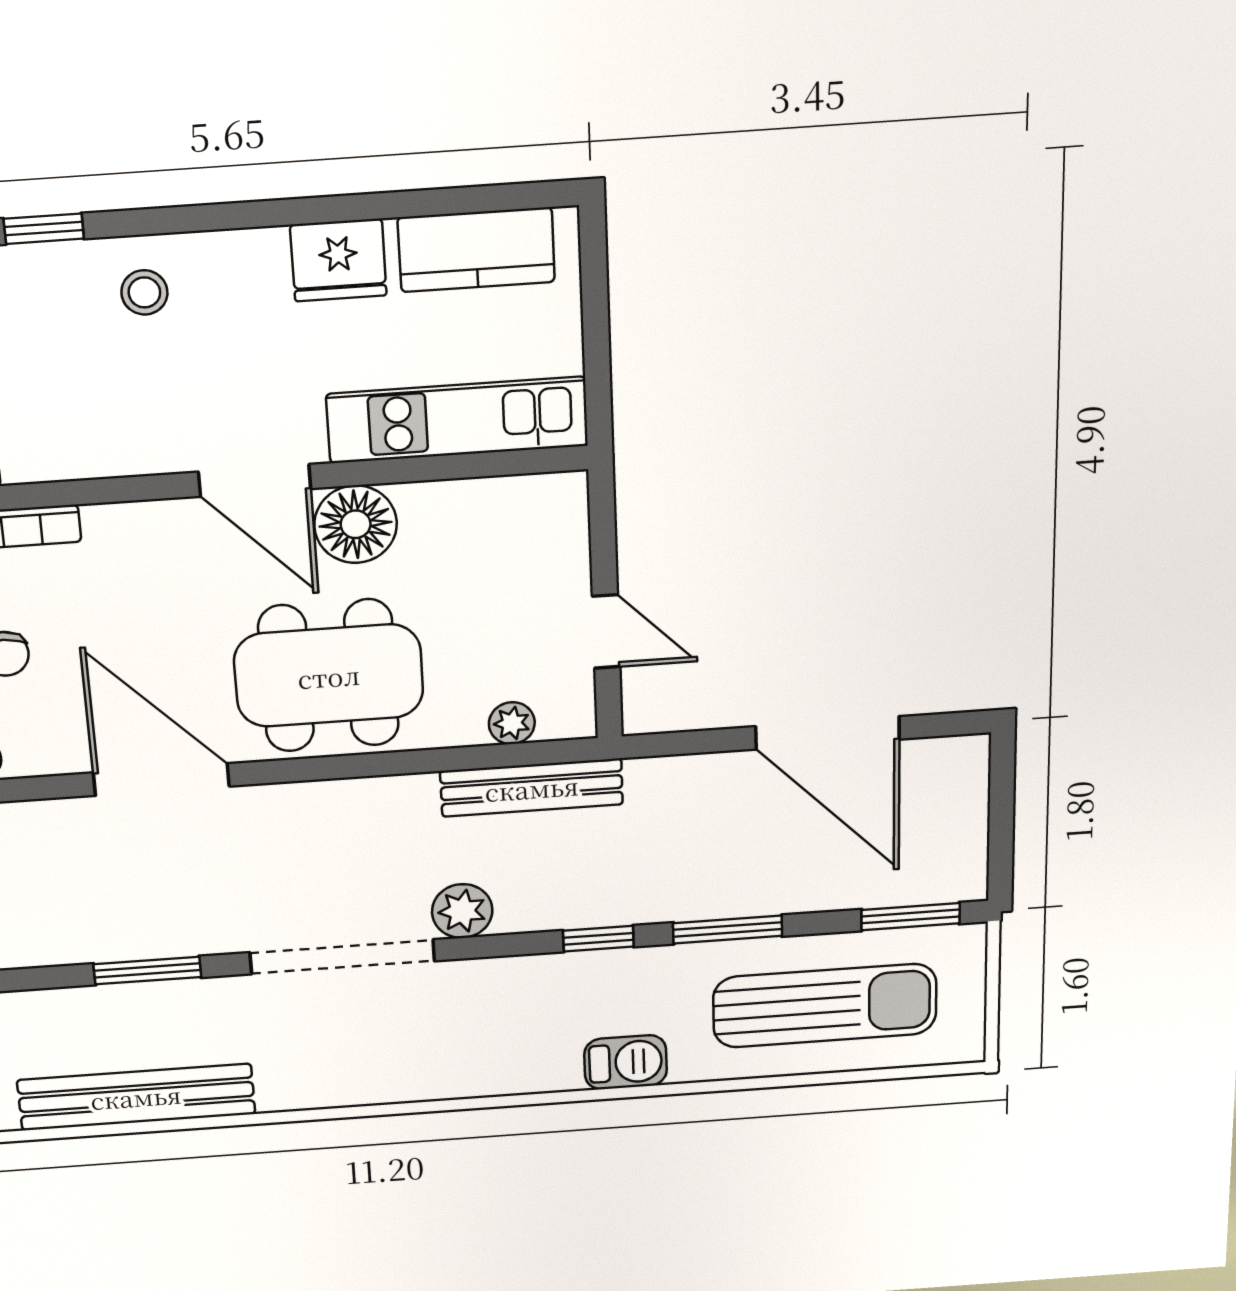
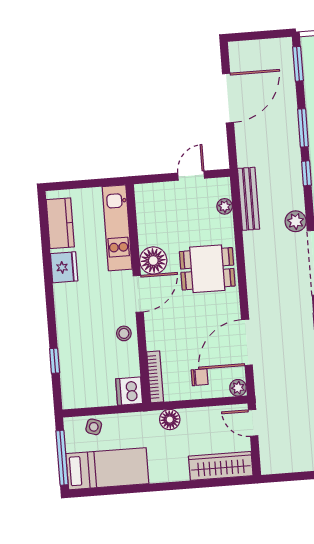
stool: (144, 292) -> (124, 333), moved
dining table: (329, 676) -> (207, 269), width x0.73
door: (161, 780) -> (247, 342), moved

